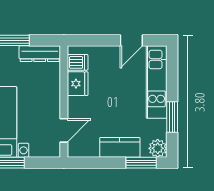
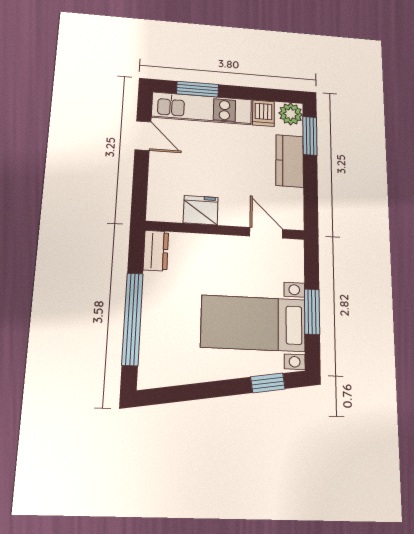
dresser: (40, 54) -> (156, 251), width x0.70
dishwasher: (78, 62) -> (263, 113), moved, turned 180
window: (172, 117) -> (198, 89), moved

